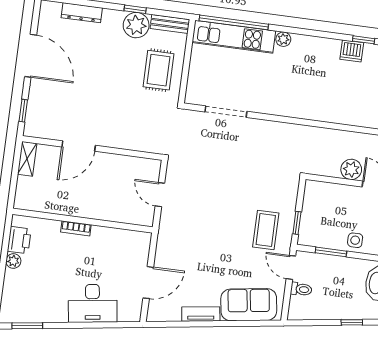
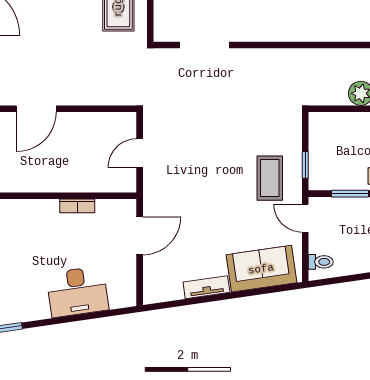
door: (160, 195) -> (140, 153), hinge flipped
bookcase: (76, 228) -> (77, 206), moved
door: (148, 283) -> (140, 236), moved
toilet: (301, 289) -> (321, 262), moved

